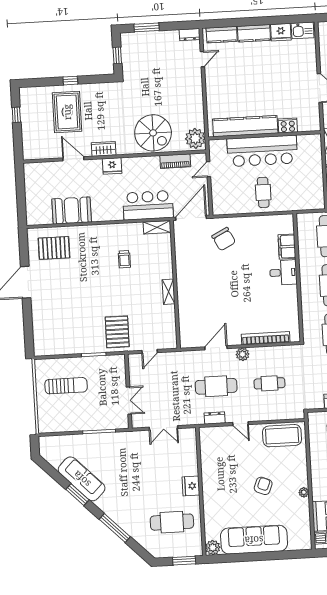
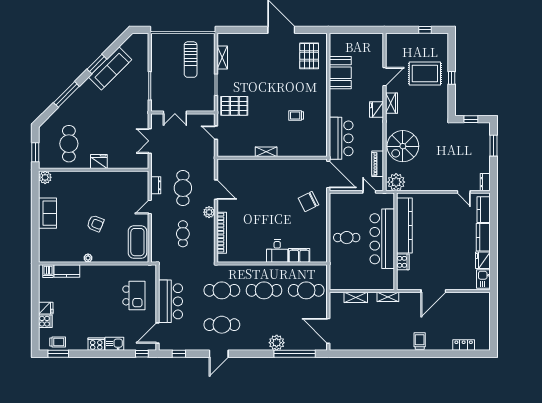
shelving: (157, 227) -> (222, 58), moved
sofa: (254, 540) -> (47, 213), width x0.54, depth x0.79

